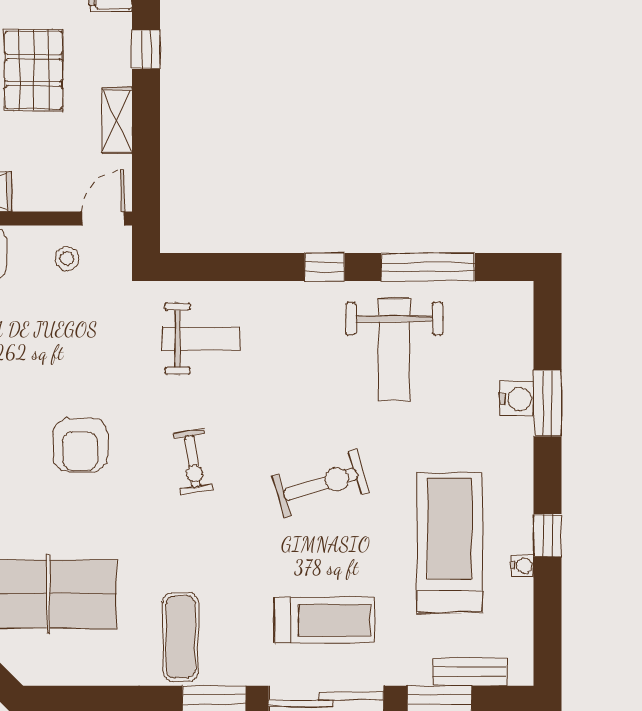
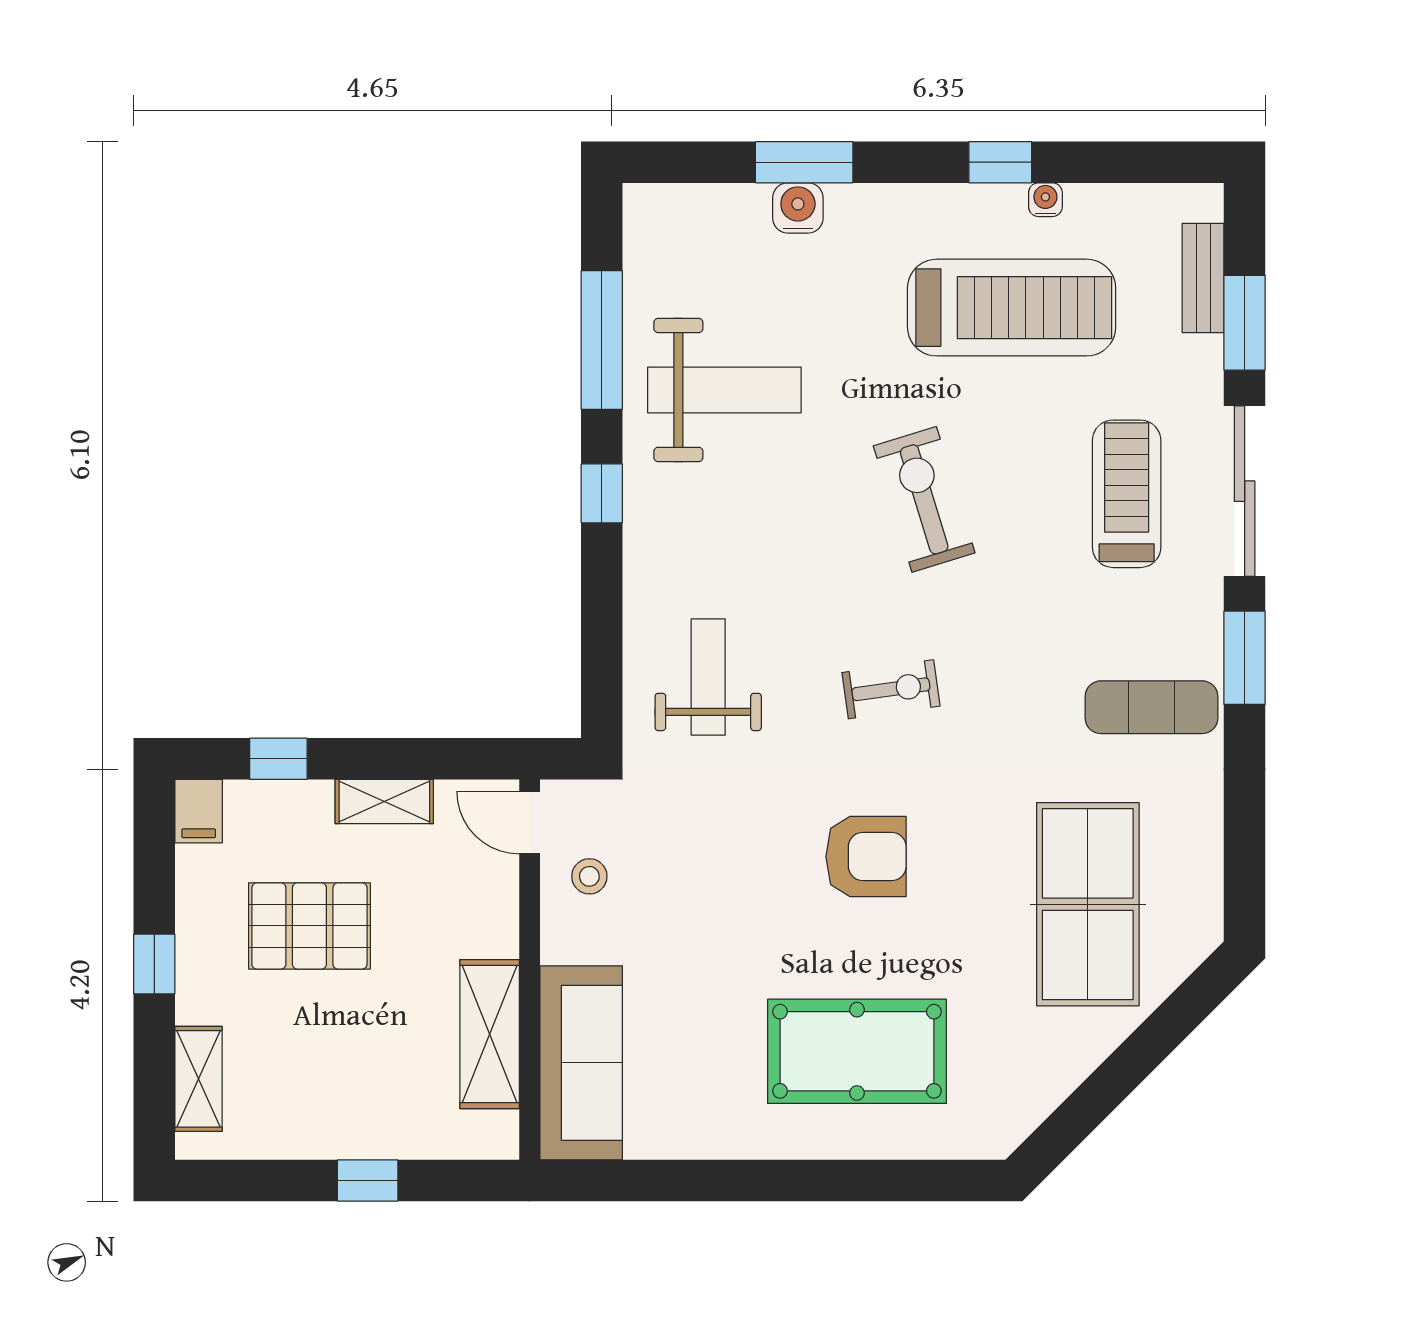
treadmill: (450, 543) -> (1012, 308), turned 180

